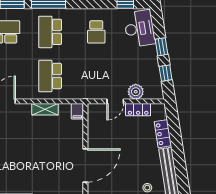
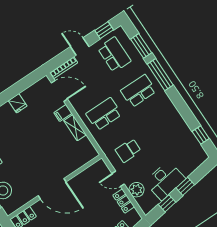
desk: (139, 29) -> (165, 180), moved
school desk: (96, 32) -> (128, 150), moved
filing cabinet: (77, 111) -> (63, 113), moved

